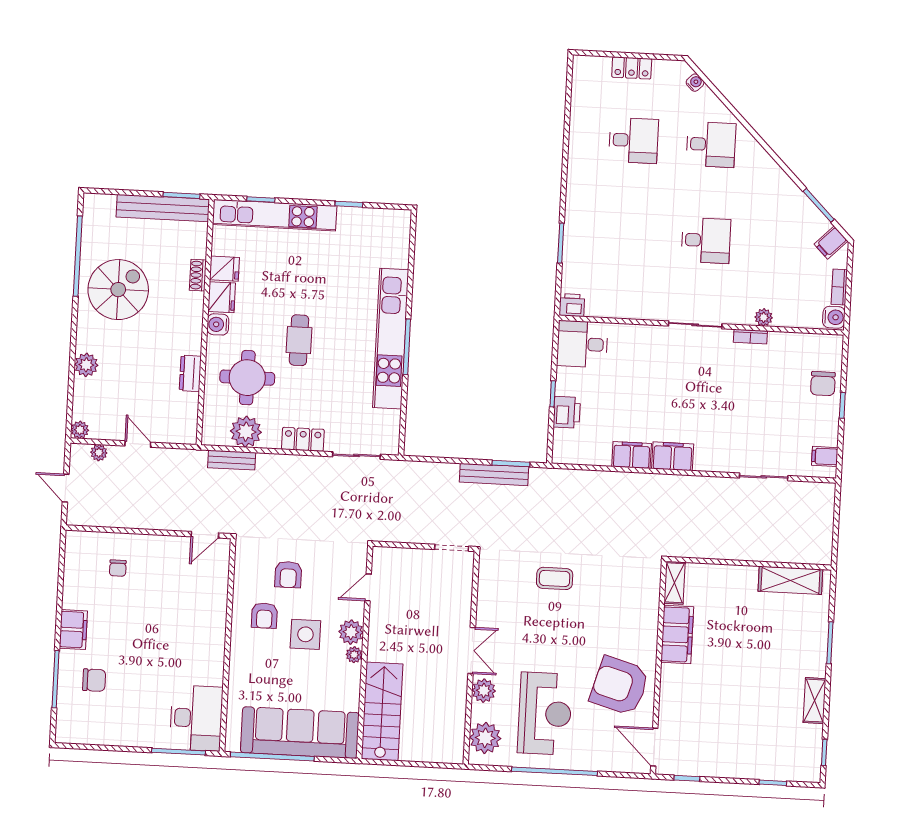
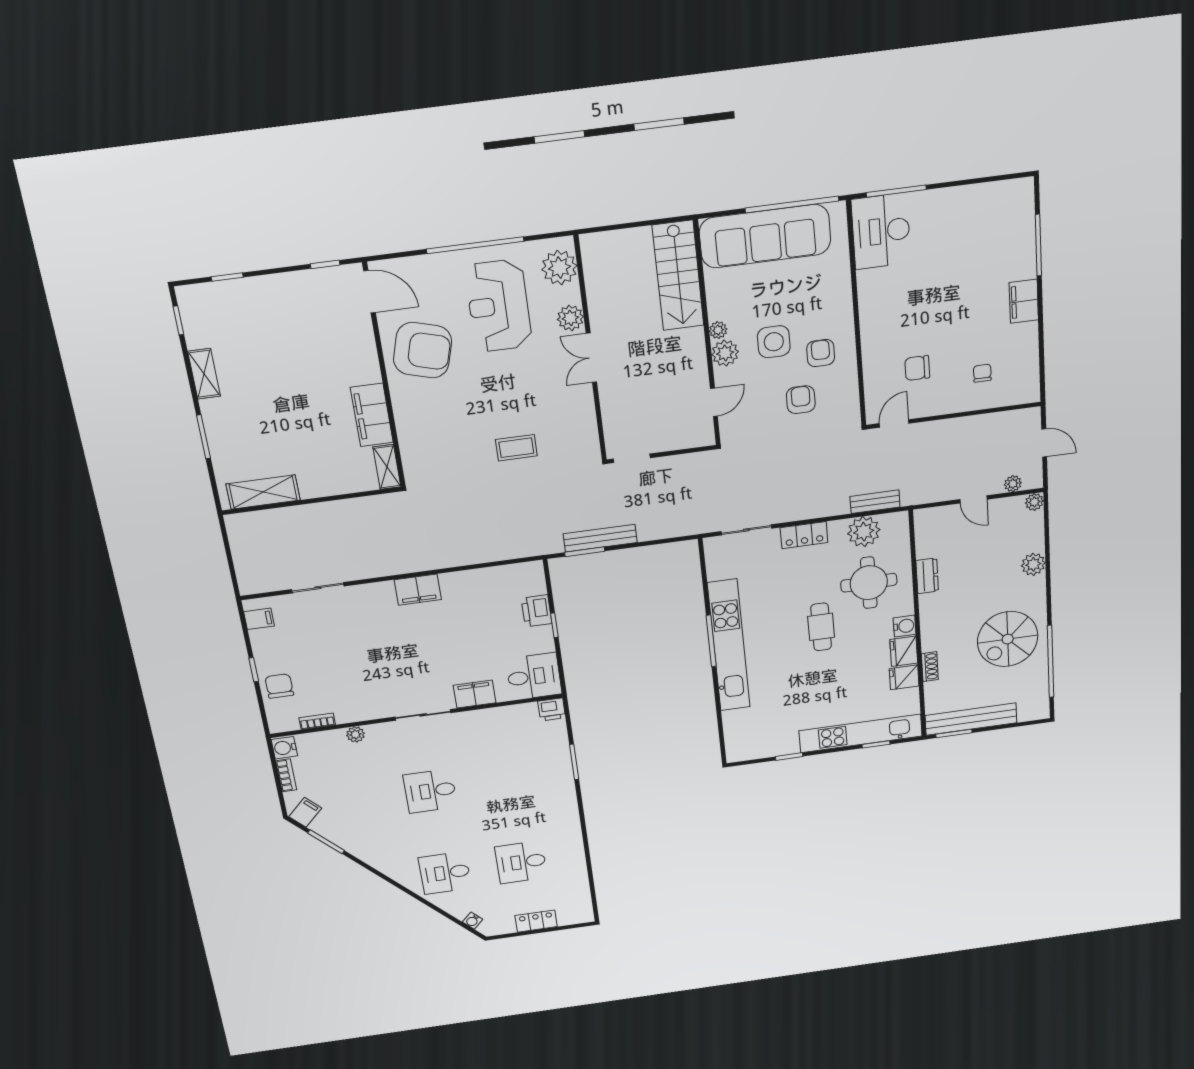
bookcase: (750, 337) -> (317, 721), moved
filing cabinet: (632, 455) -> (475, 694), moved, turned 180
chair: (94, 680) -> (917, 368), moved

